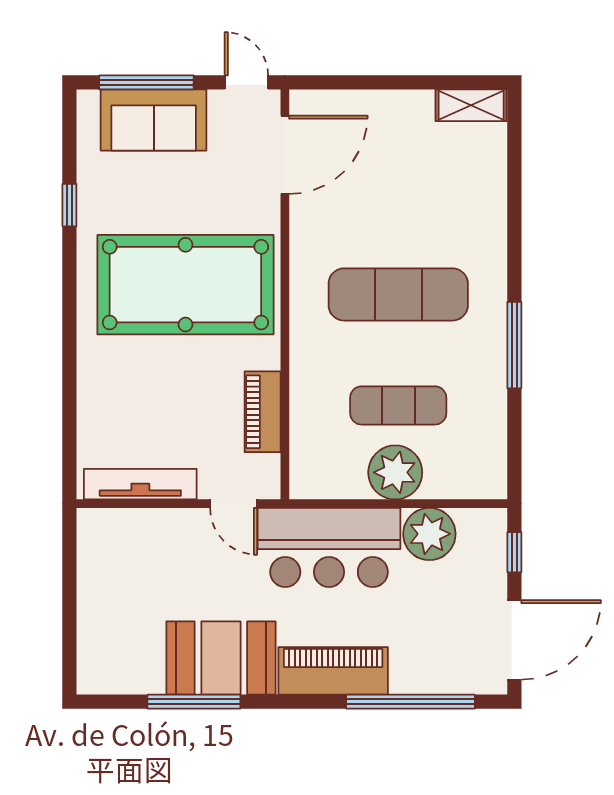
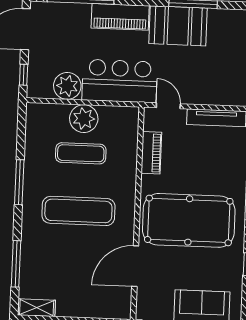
door: (285, 155) -> (135, 266), moved
window: (514, 188) -> (16, 264), added

